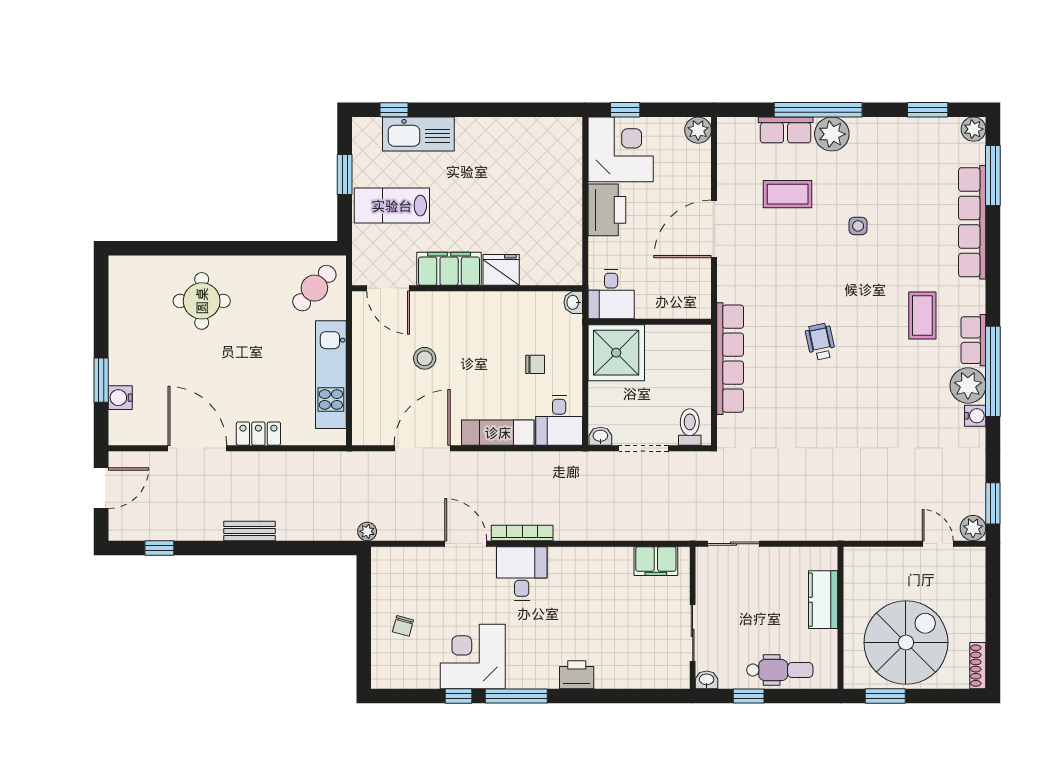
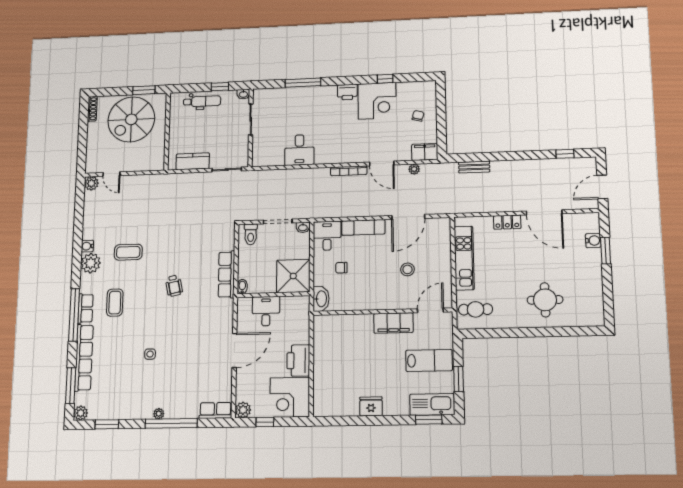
window: (394, 110) -> (429, 420), width x1.50
window: (625, 110) -> (265, 422), moved
row of seats: (786, 130) -> (215, 410), moved
kitchen sink: (418, 134) -> (432, 404), moved
plant: (832, 134) -> (159, 414), width x0.53, depth x0.53
coffee table: (788, 194) -> (128, 252), moved
fridge: (501, 270) -> (371, 406), moved, turned 180
cafe table: (314, 288) -> (476, 309), turned 48
door: (388, 288) -> (430, 310), hinge flipped
desk: (611, 294) -> (266, 311), moved
washbasin: (573, 302) -> (321, 299), width x1.91, depth x1.45
bidet: (703, 337) -> (242, 287), added
row of seats: (973, 340) -> (85, 308), moved
row of seats: (730, 359) -> (226, 274), width x0.73
window: (993, 371) -> (74, 315), moved
window: (993, 503) -> (80, 197), removed
bench: (250, 531) -> (474, 167), moved
plant: (367, 531) -> (414, 169), moved
filing cabinet: (656, 561) -> (425, 152), moved
desk: (522, 574) -> (299, 150), moved
kitchen counter: (823, 600) -> (193, 161), moved, turned -90
dental chair: (780, 670) -> (202, 101), turned 180
printer: (577, 675) -> (347, 92), moved
window: (516, 696) -> (303, 83), moved

